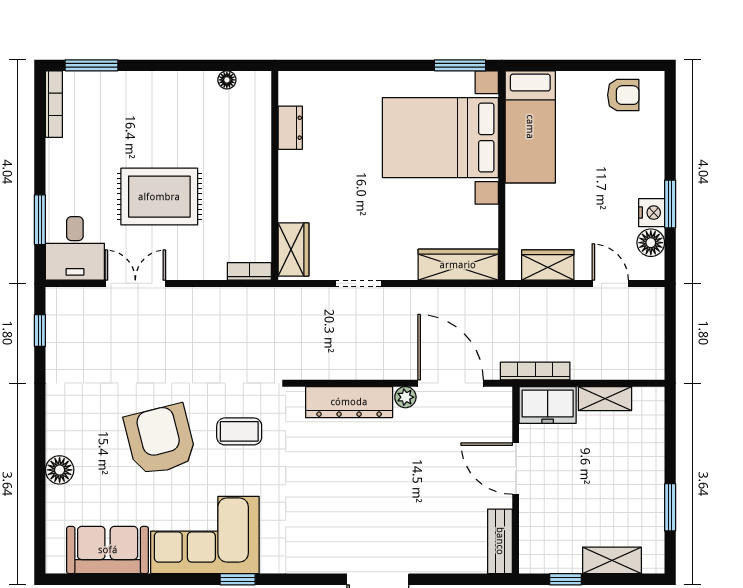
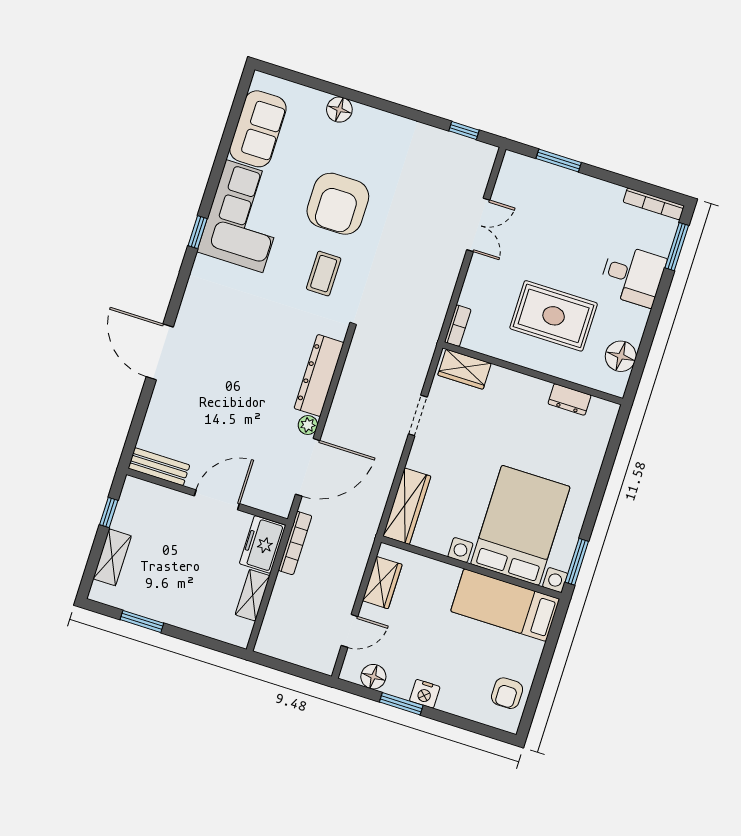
floor lamp: (227, 80) -> (621, 356), width x1.89, depth x1.89
rug: (159, 197) -> (554, 316), moved, turned 90
nightstand: (652, 213) -> (425, 694), moved
desk: (75, 248) -> (633, 275), moved, turned 180
armchair: (160, 440) -> (338, 204), turned 104

